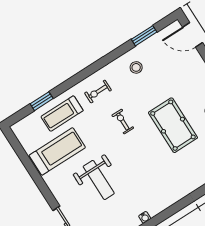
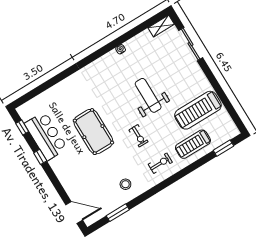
window: (42, 101) -> (223, 148), moved
treadmill: (62, 114) -> (193, 144), turned 180
weight bench: (99, 180) -> (148, 95), moved

